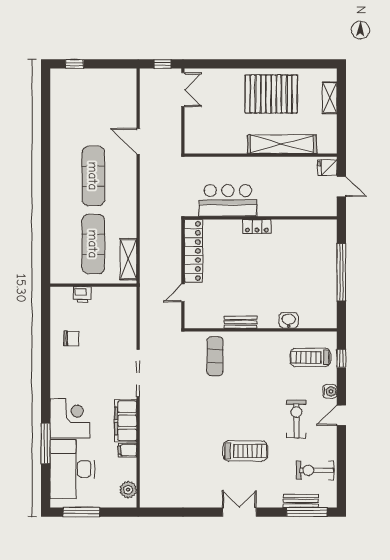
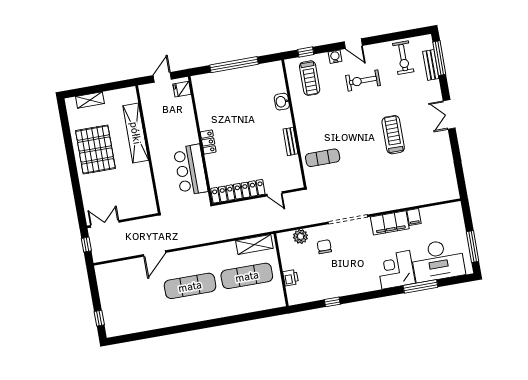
fridge: (327, 168) -> (182, 89), moved, turned 90
window: (46, 338) -> (332, 302), added
chair: (71, 338) -> (324, 247), moved
treadmill: (245, 451) -> (393, 135), moved
plant: (128, 490) -> (300, 236), moved

